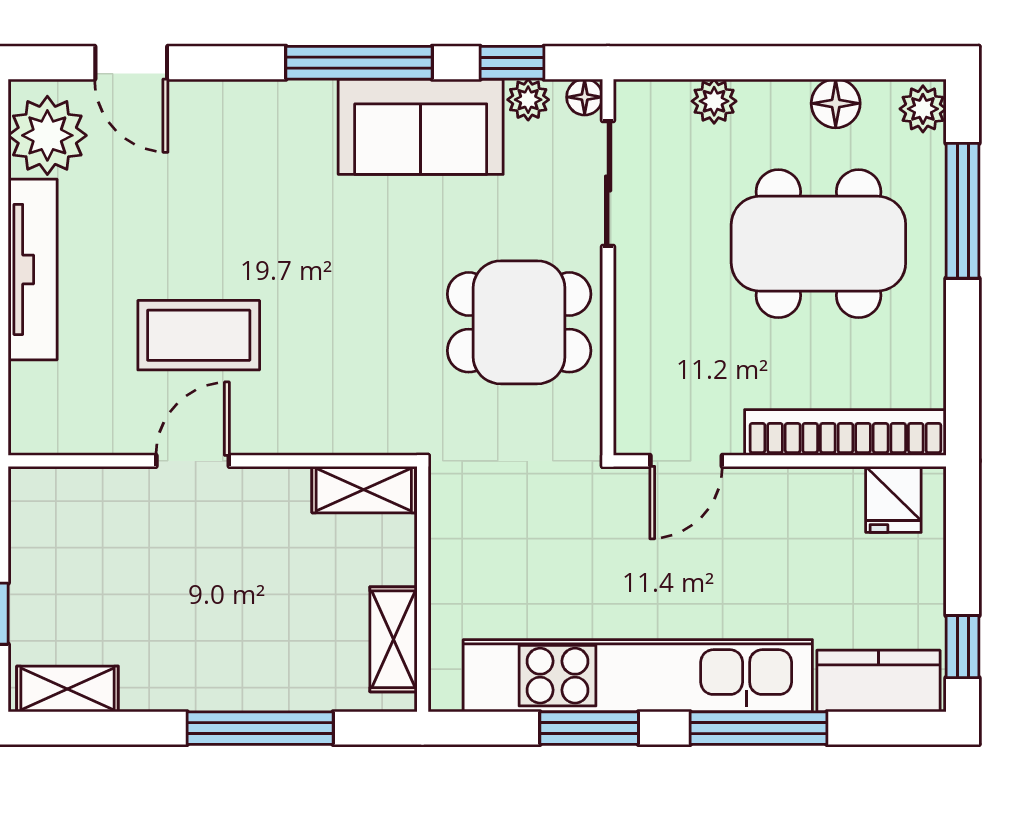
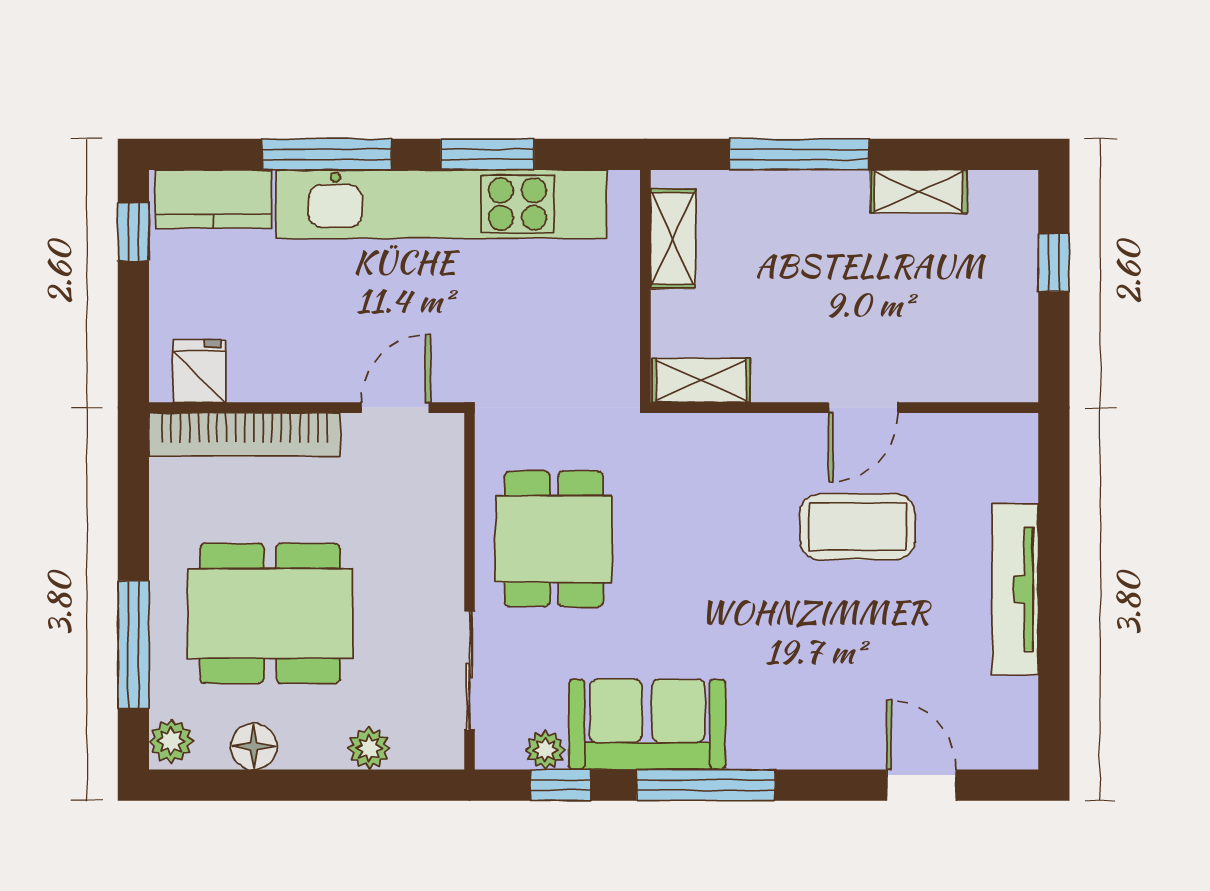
floor lamp: (585, 97) -> (492, 752), removed
plant: (47, 135) -> (1001, 716), removed
dining table: (519, 322) -> (554, 539), turned 90
shelving: (67, 689) -> (919, 191), moved

